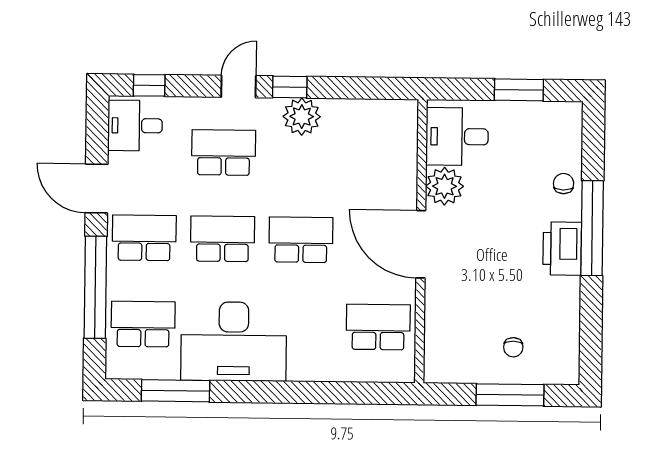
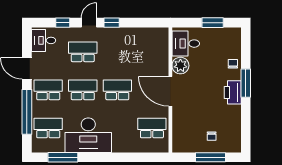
window: (149, 85) -> (63, 23), moved
plant: (302, 117) -> (117, 36), removed
window: (592, 228) -> (246, 83), width x0.68

